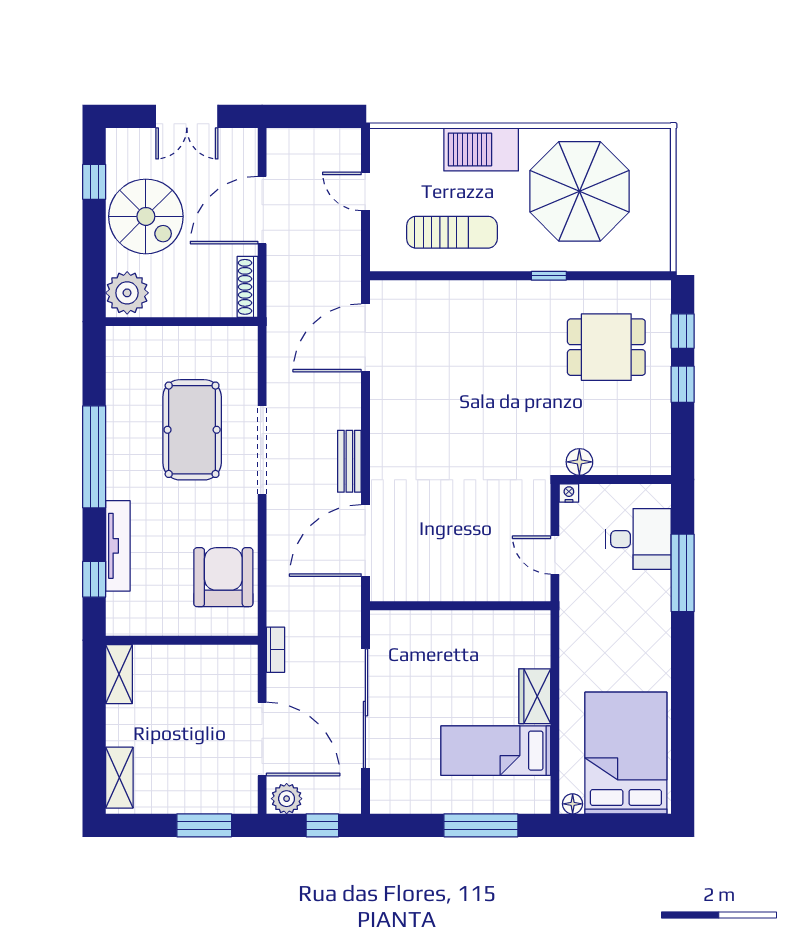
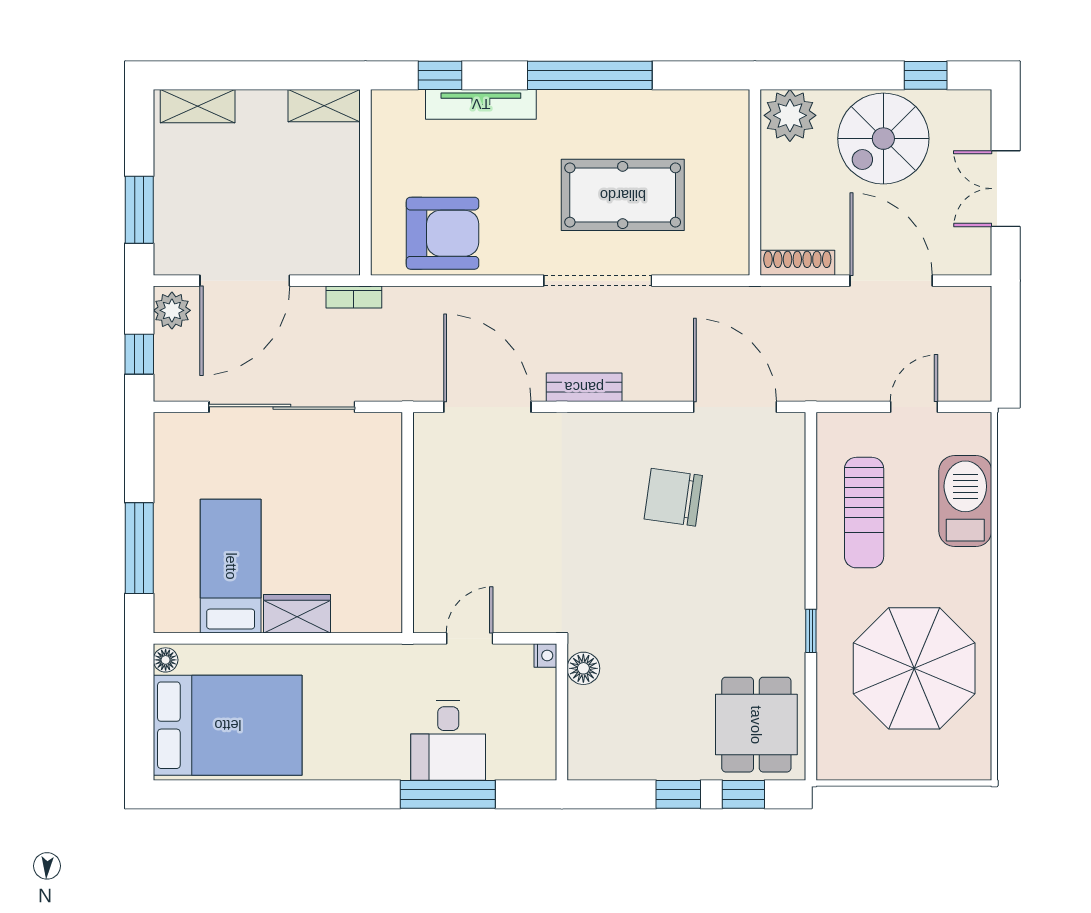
barbecue: (481, 149) -> (965, 501), moved
dining table: (606, 347) -> (756, 725), moved
chair: (439, 388) -> (673, 497), added
desk: (638, 539) -> (448, 740), moved

